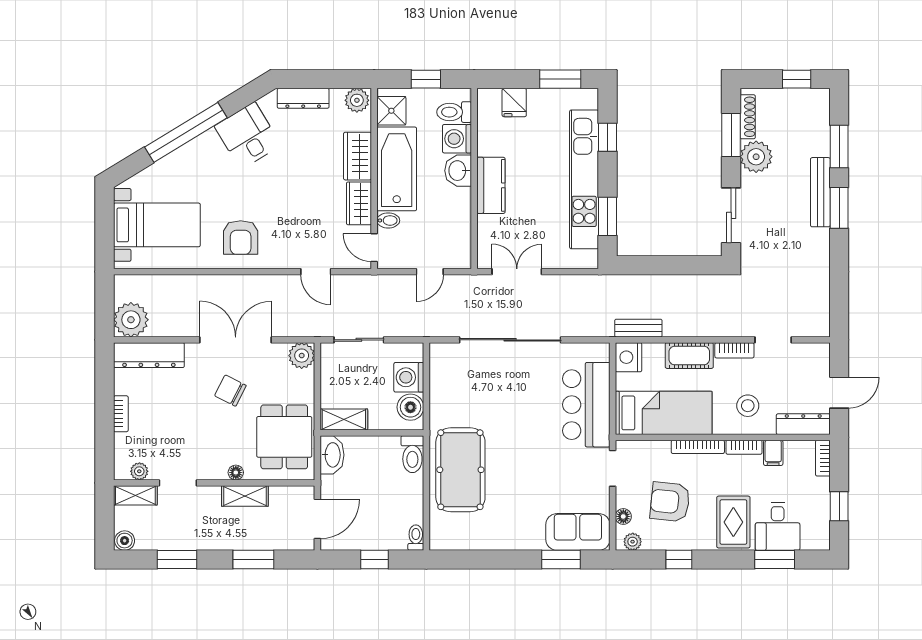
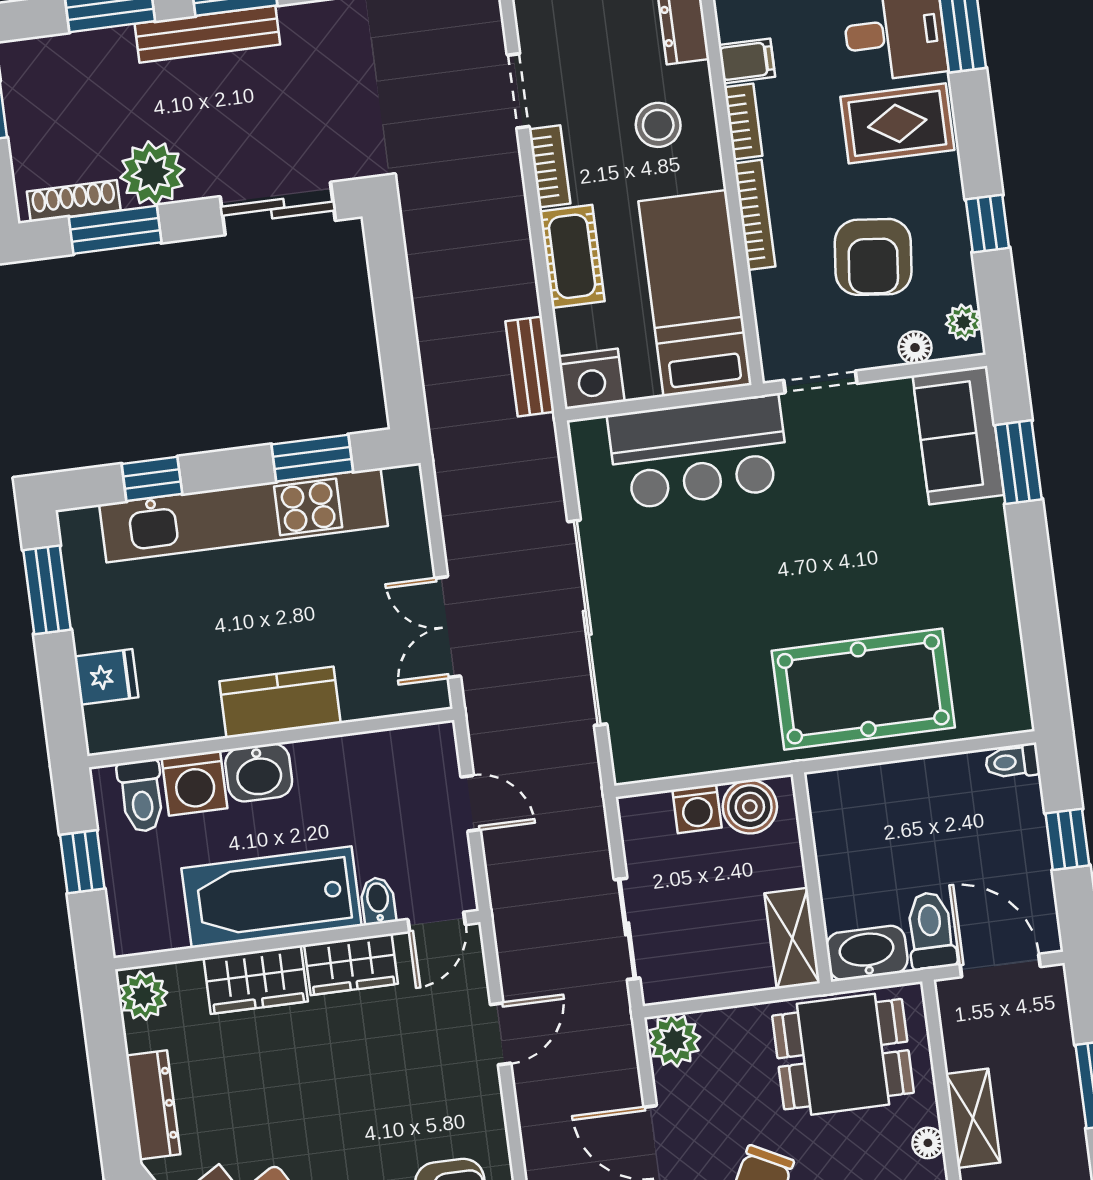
shower: (391, 111) -> (155, 923), removed
washing machine: (409, 377) -> (697, 809), width x0.73, depth x0.73
toilet: (412, 454) -> (931, 931), moved, turned -90

